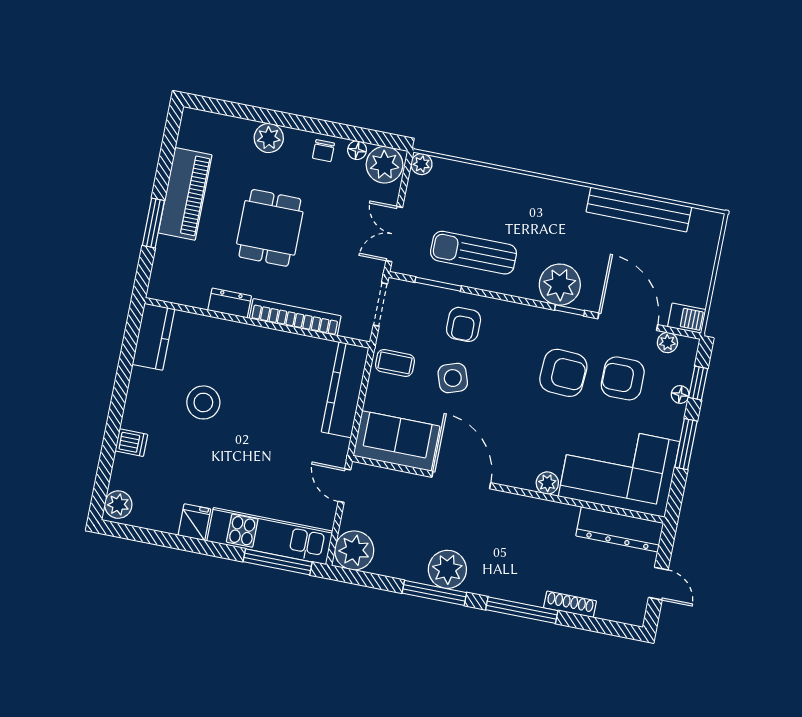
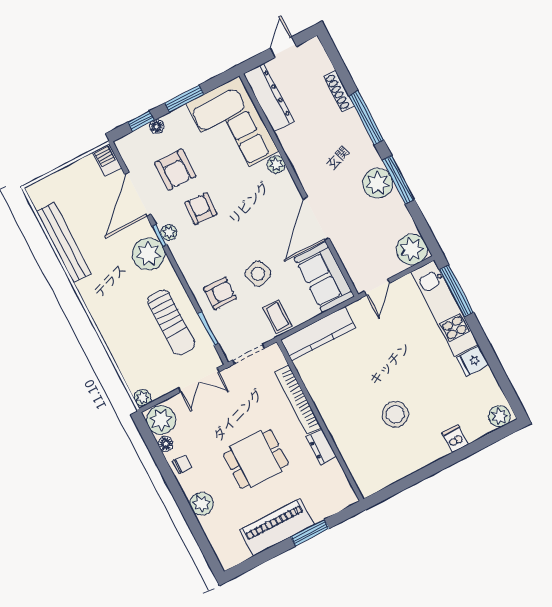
kitchen counter: (153, 337) -> (379, 477), removed
plant: (667, 343) -> (169, 232), moved
armchair: (563, 373) -> (201, 209), width x0.72, depth x0.72

